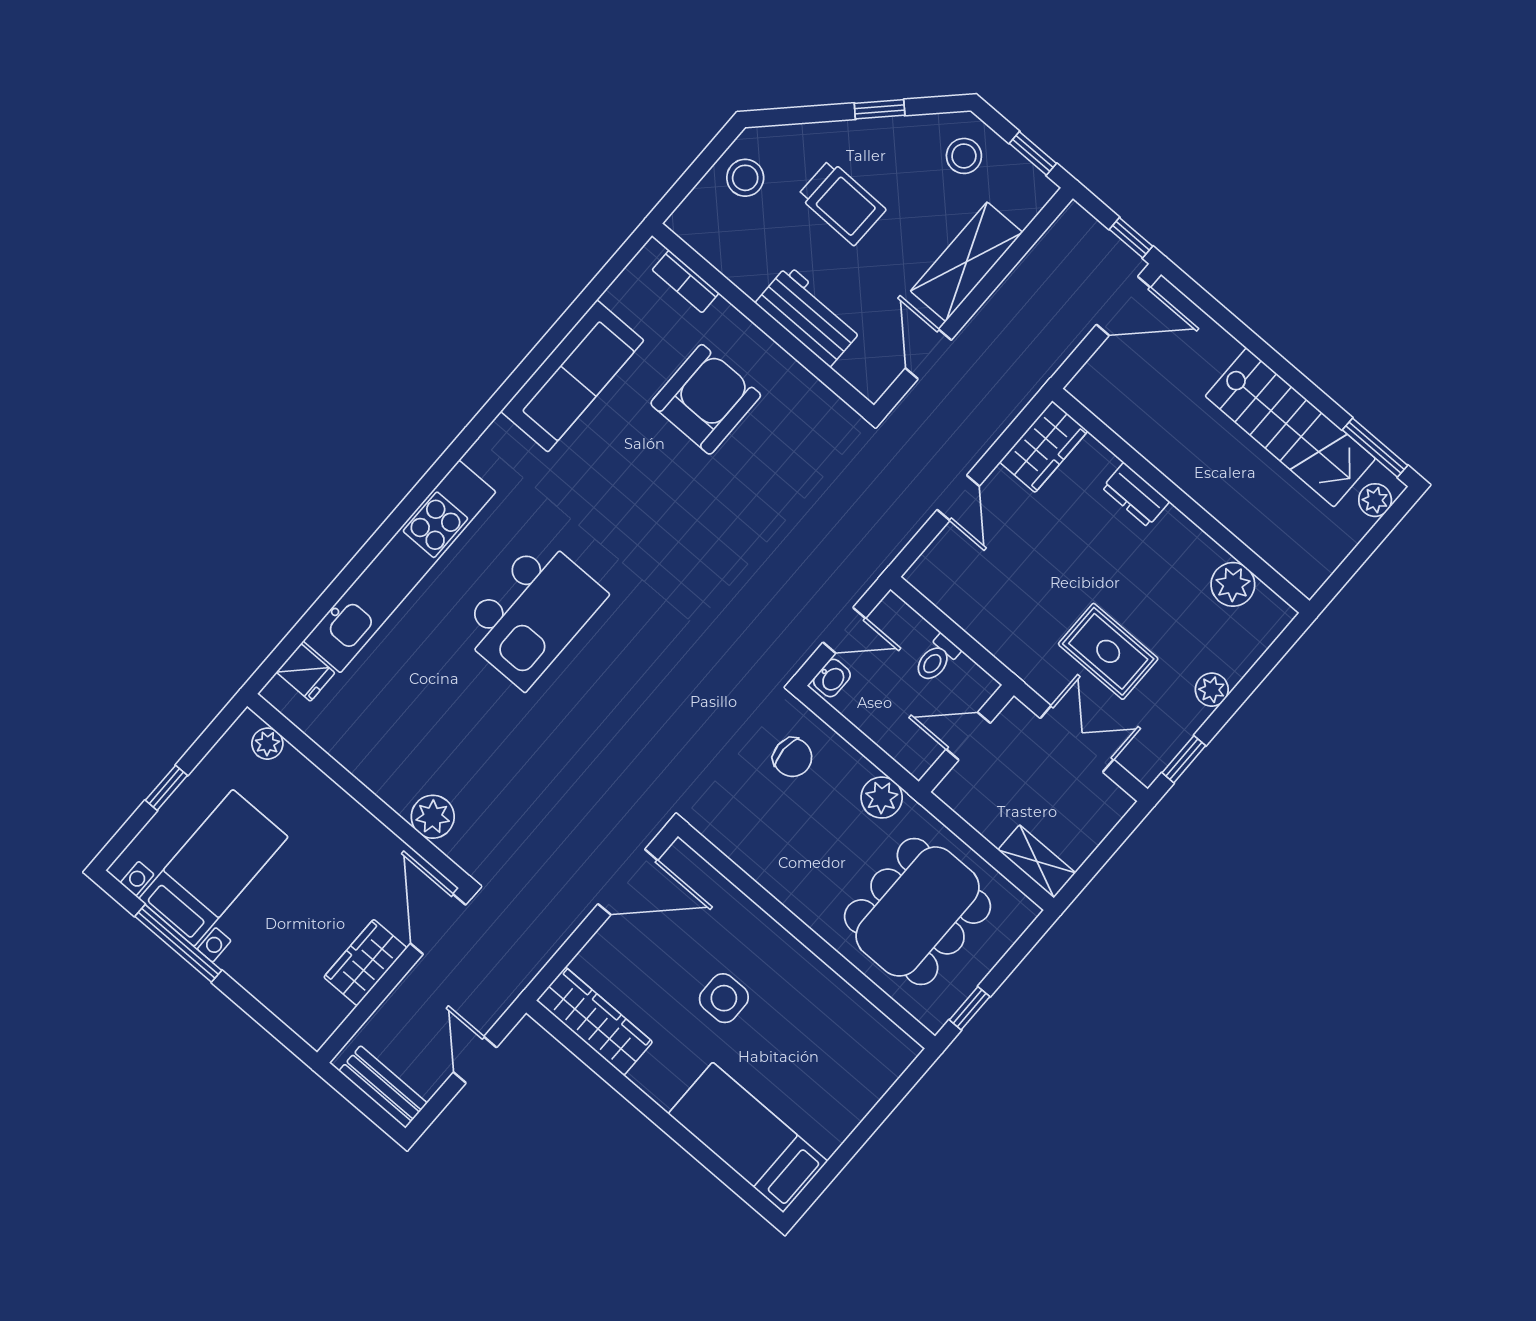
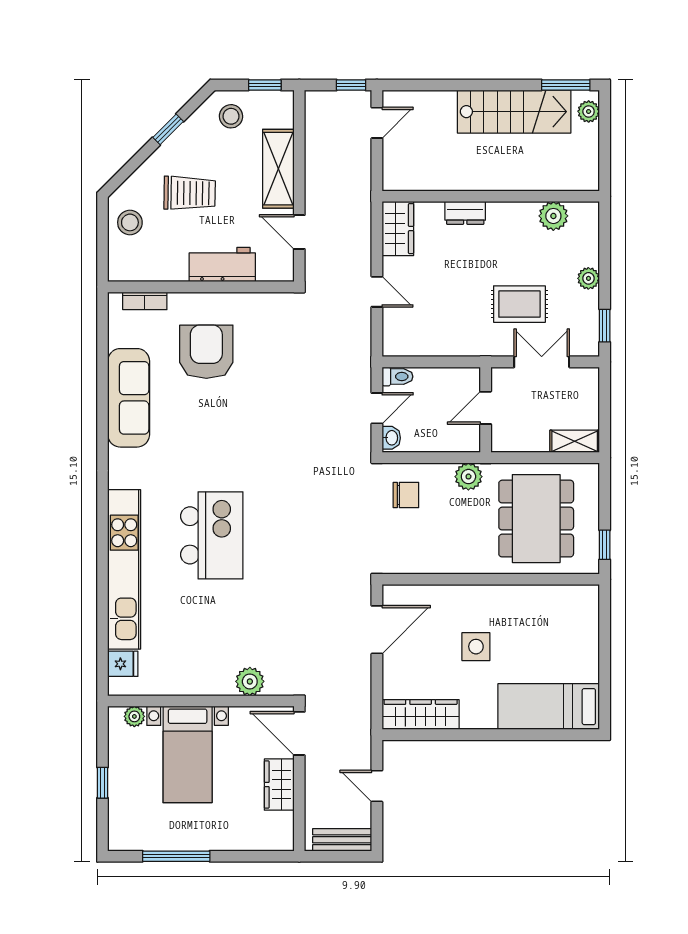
door: (1123, 306) -> (377, 123), width x0.73
toilet: (937, 659) -> (397, 377), moved, turned -90
bed with nightstands: (213, 868) -> (188, 754), moved, turned 180

